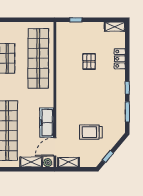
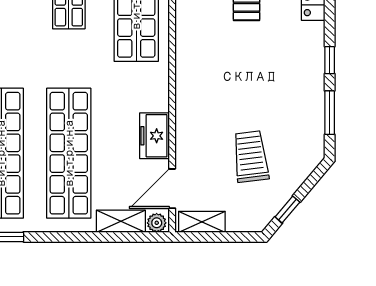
freezer: (47, 123) -> (154, 136), width x0.71
trolley: (91, 132) -> (251, 157), turned 83

